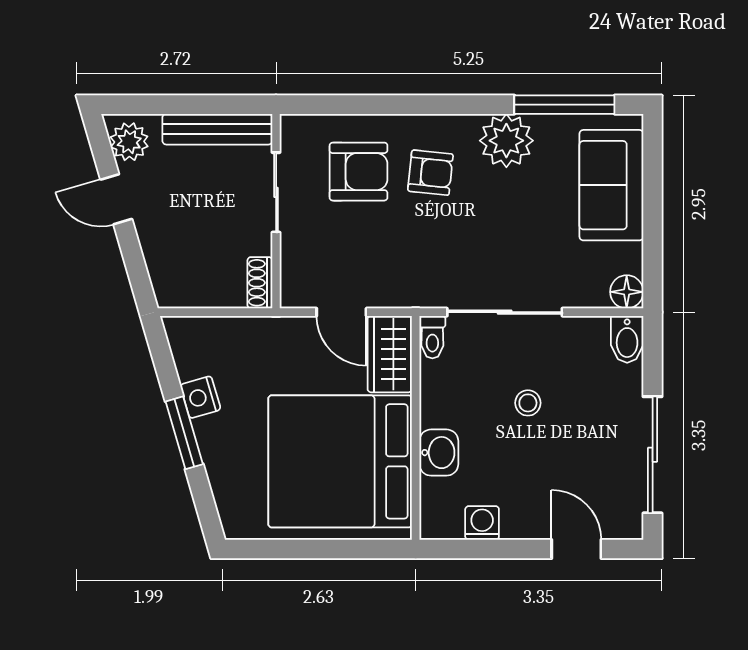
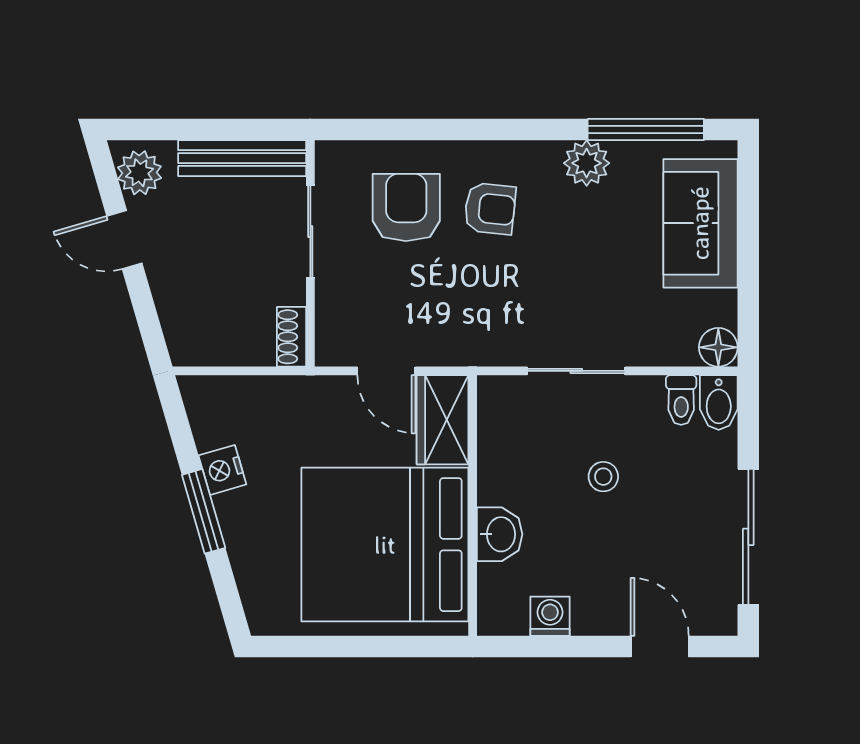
plant: (506, 141) -> (587, 163), width x0.73, depth x0.73
armchair: (358, 172) -> (406, 207), turned -90
sliding door: (505, 312) -> (576, 371), width x0.73
toilet: (432, 337) -> (681, 400), moved

